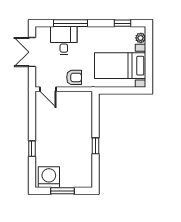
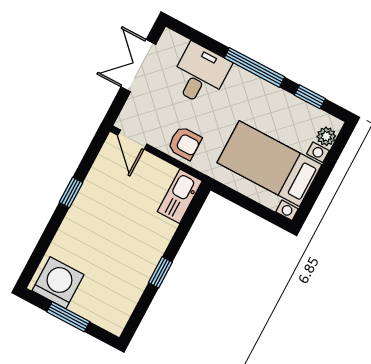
window: (71, 23) -> (254, 67), moved
kitchen sink: (85, 104) -> (180, 196), added
window: (32, 149) -> (71, 193), moved

